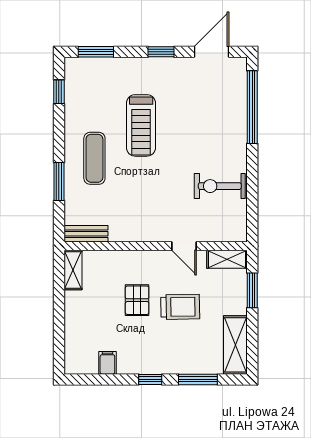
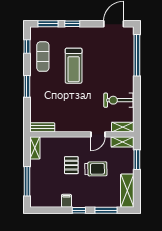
window: (161, 52) -> (72, 24), moved
exercise mat: (94, 158) -> (43, 57), moved
window: (59, 181) -> (27, 86), moved
shelving: (228, 233) -> (123, 127), added
door: (184, 246) -> (98, 134), hinge flipped
window: (59, 328) -> (27, 181), added
filing cabinet: (107, 363) -> (66, 201), moved

